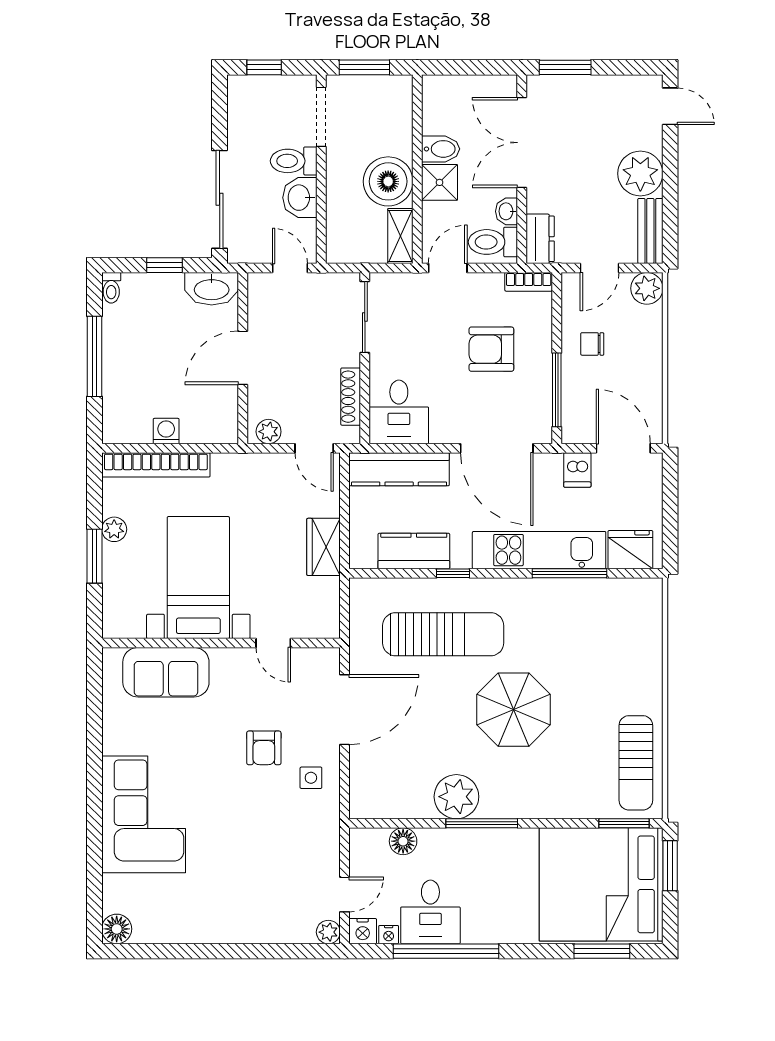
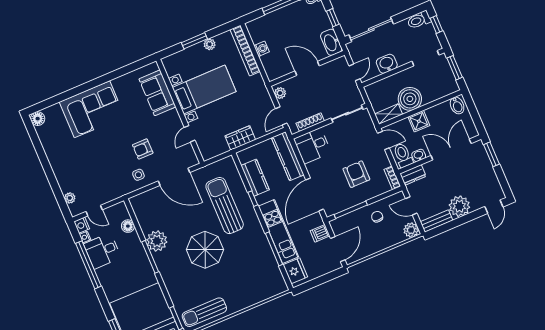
bidet: (441, 149) -> (457, 105), moved
toilet: (294, 161) -> (419, 20), moved, turned -90
sun lounger: (443, 634) -> (225, 206), turned 180
plant: (328, 932) -> (70, 198), moved

